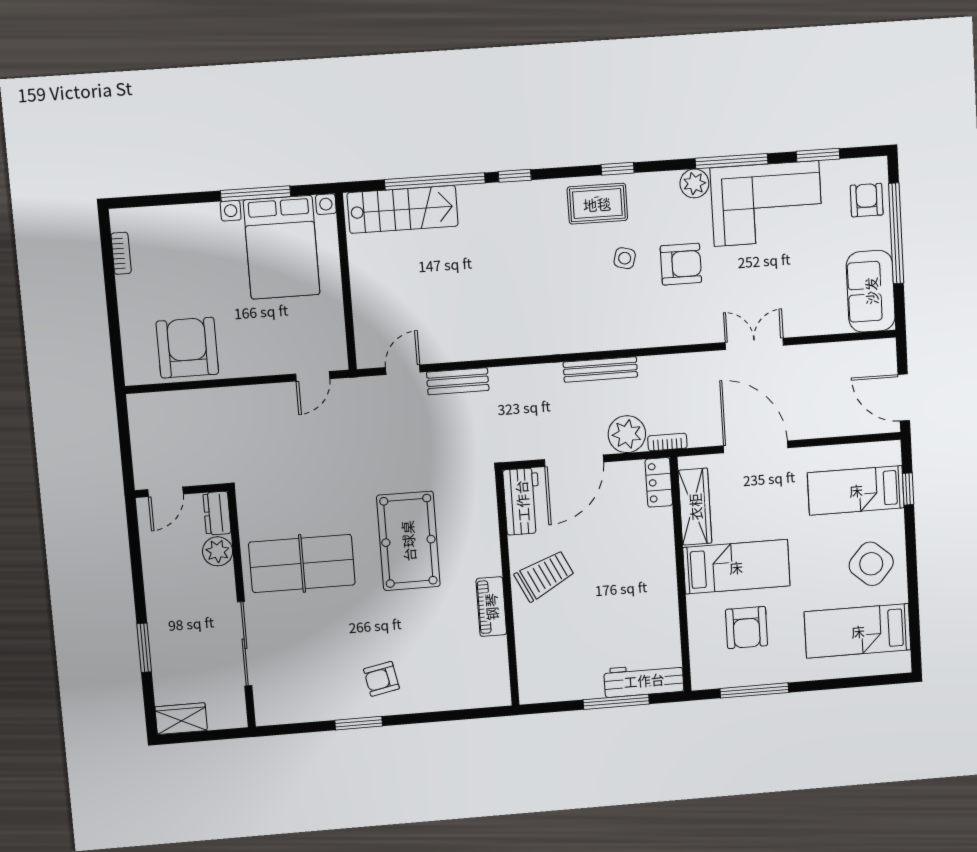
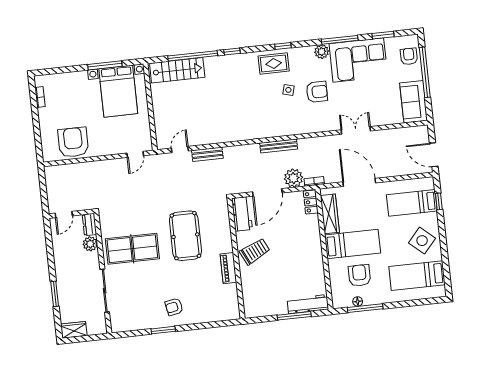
armchair: (747, 628) -> (359, 275), turned 180
floor lamp: (740, 677) -> (358, 301), added

